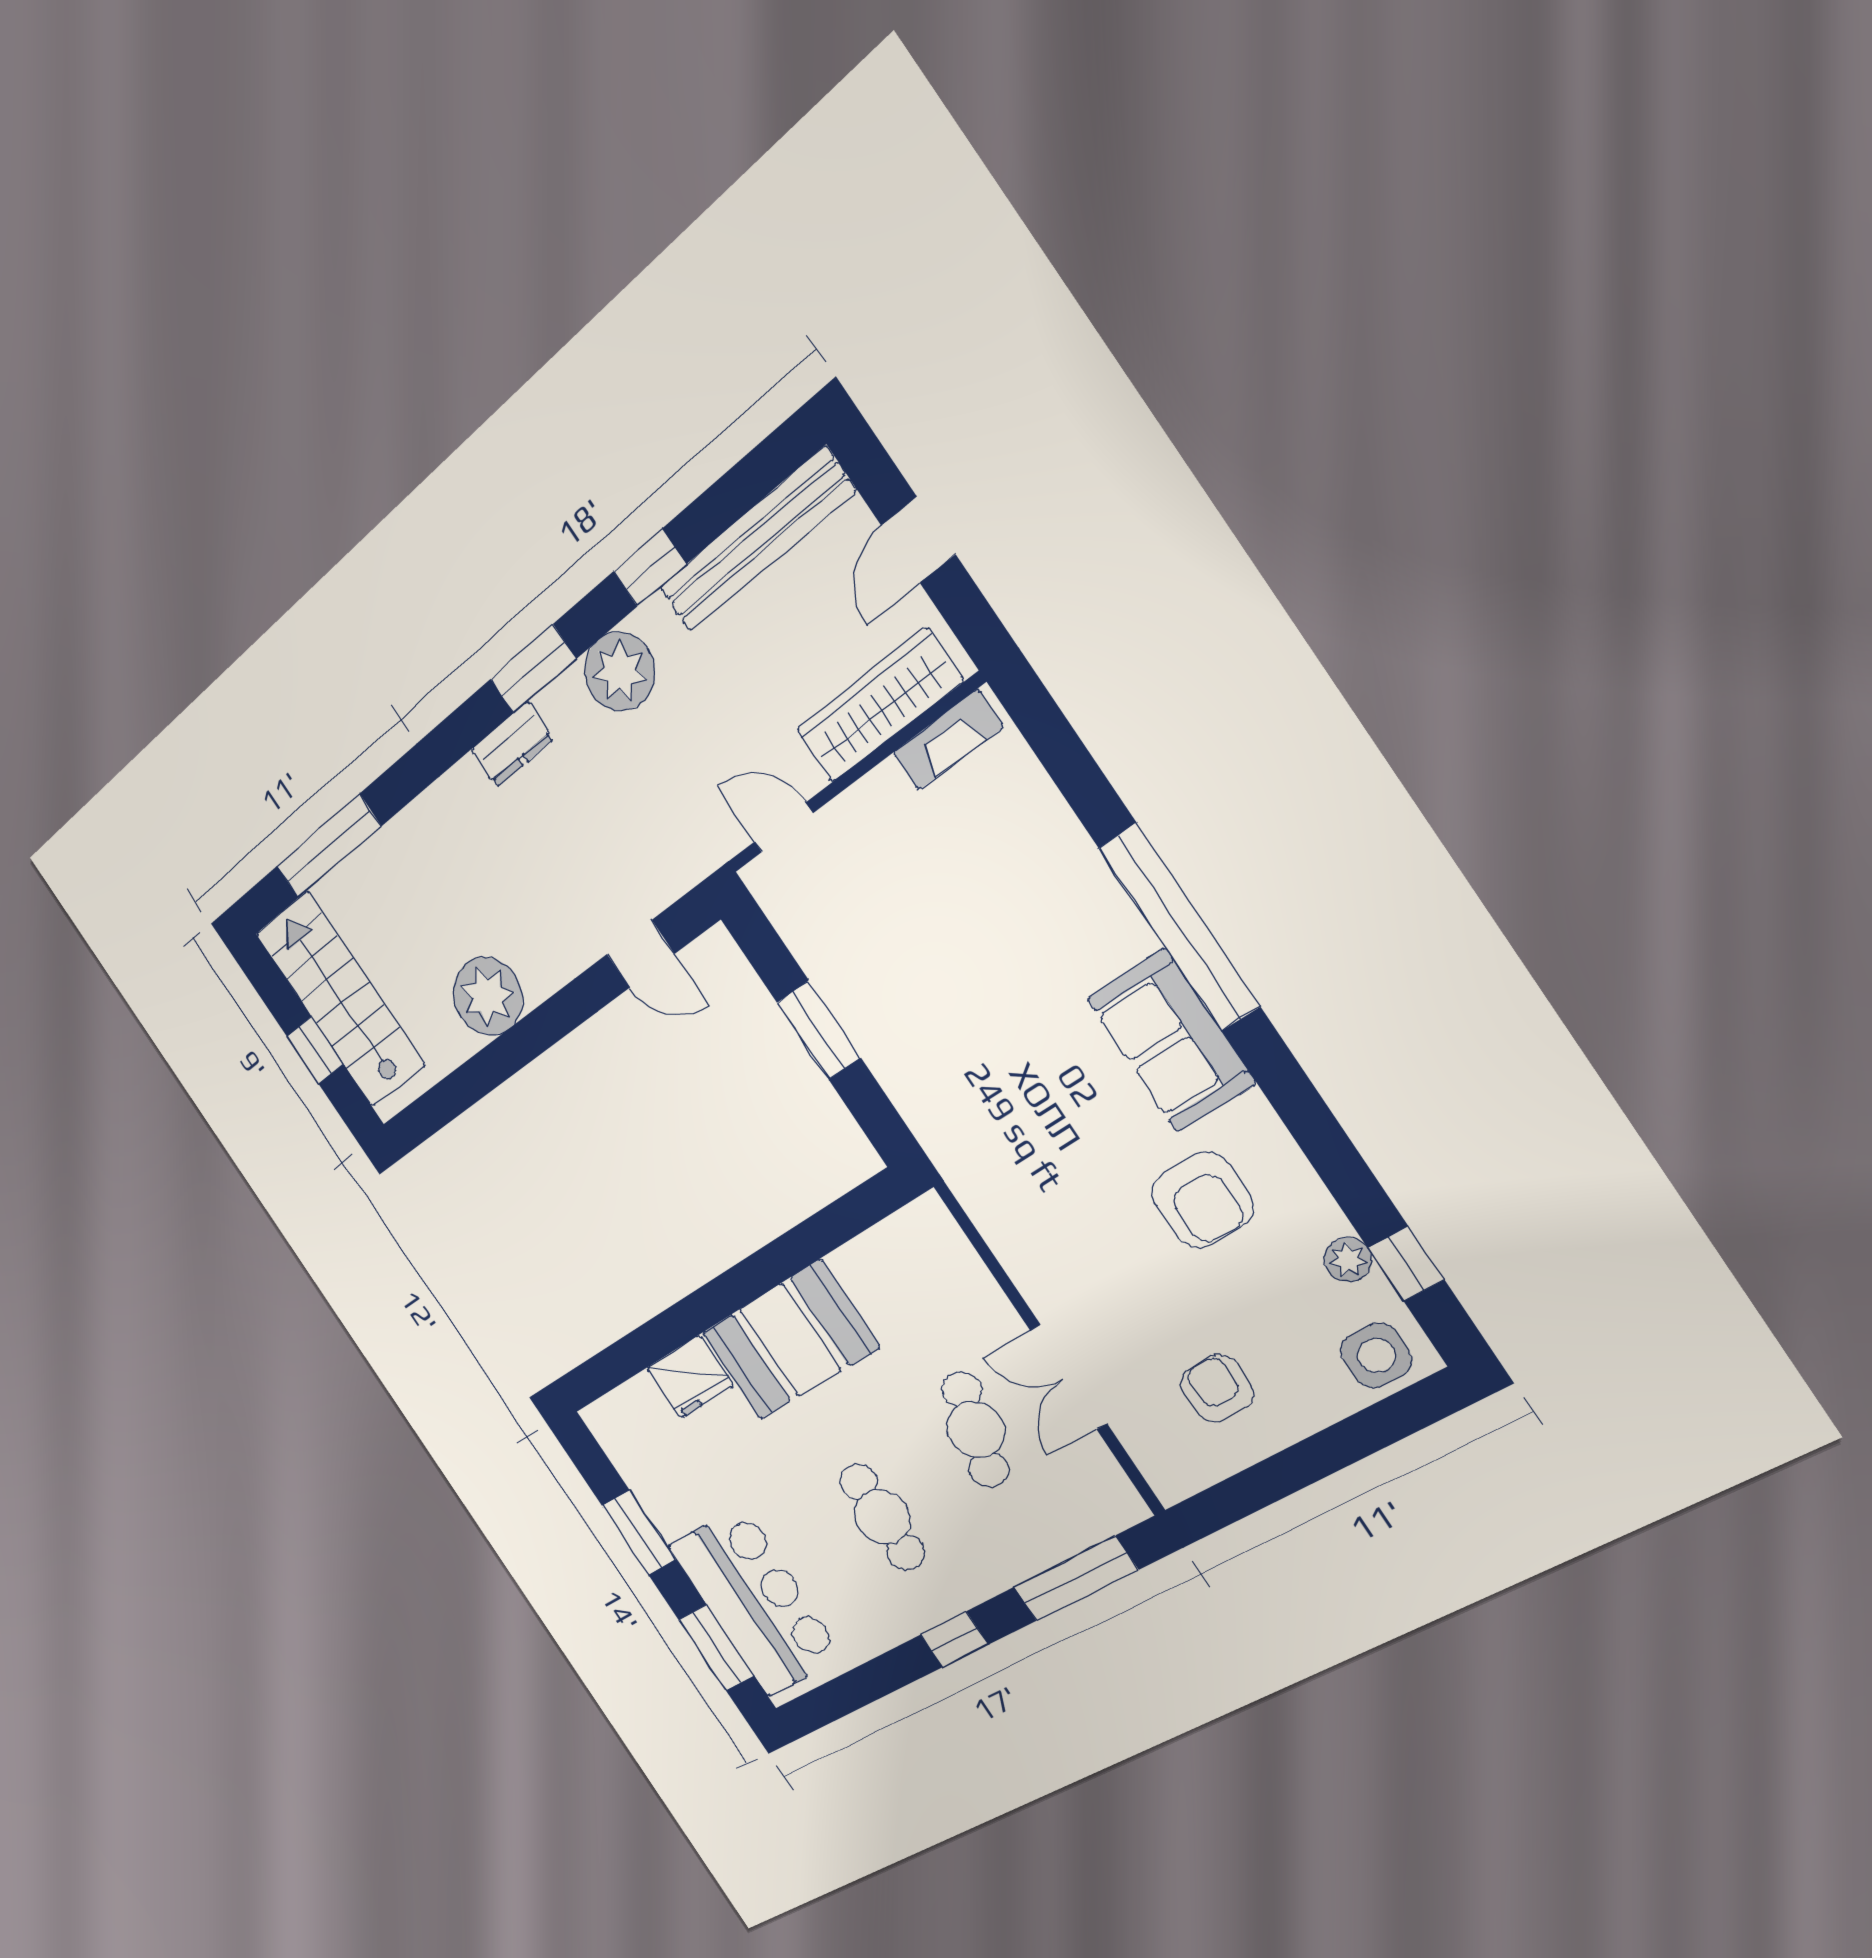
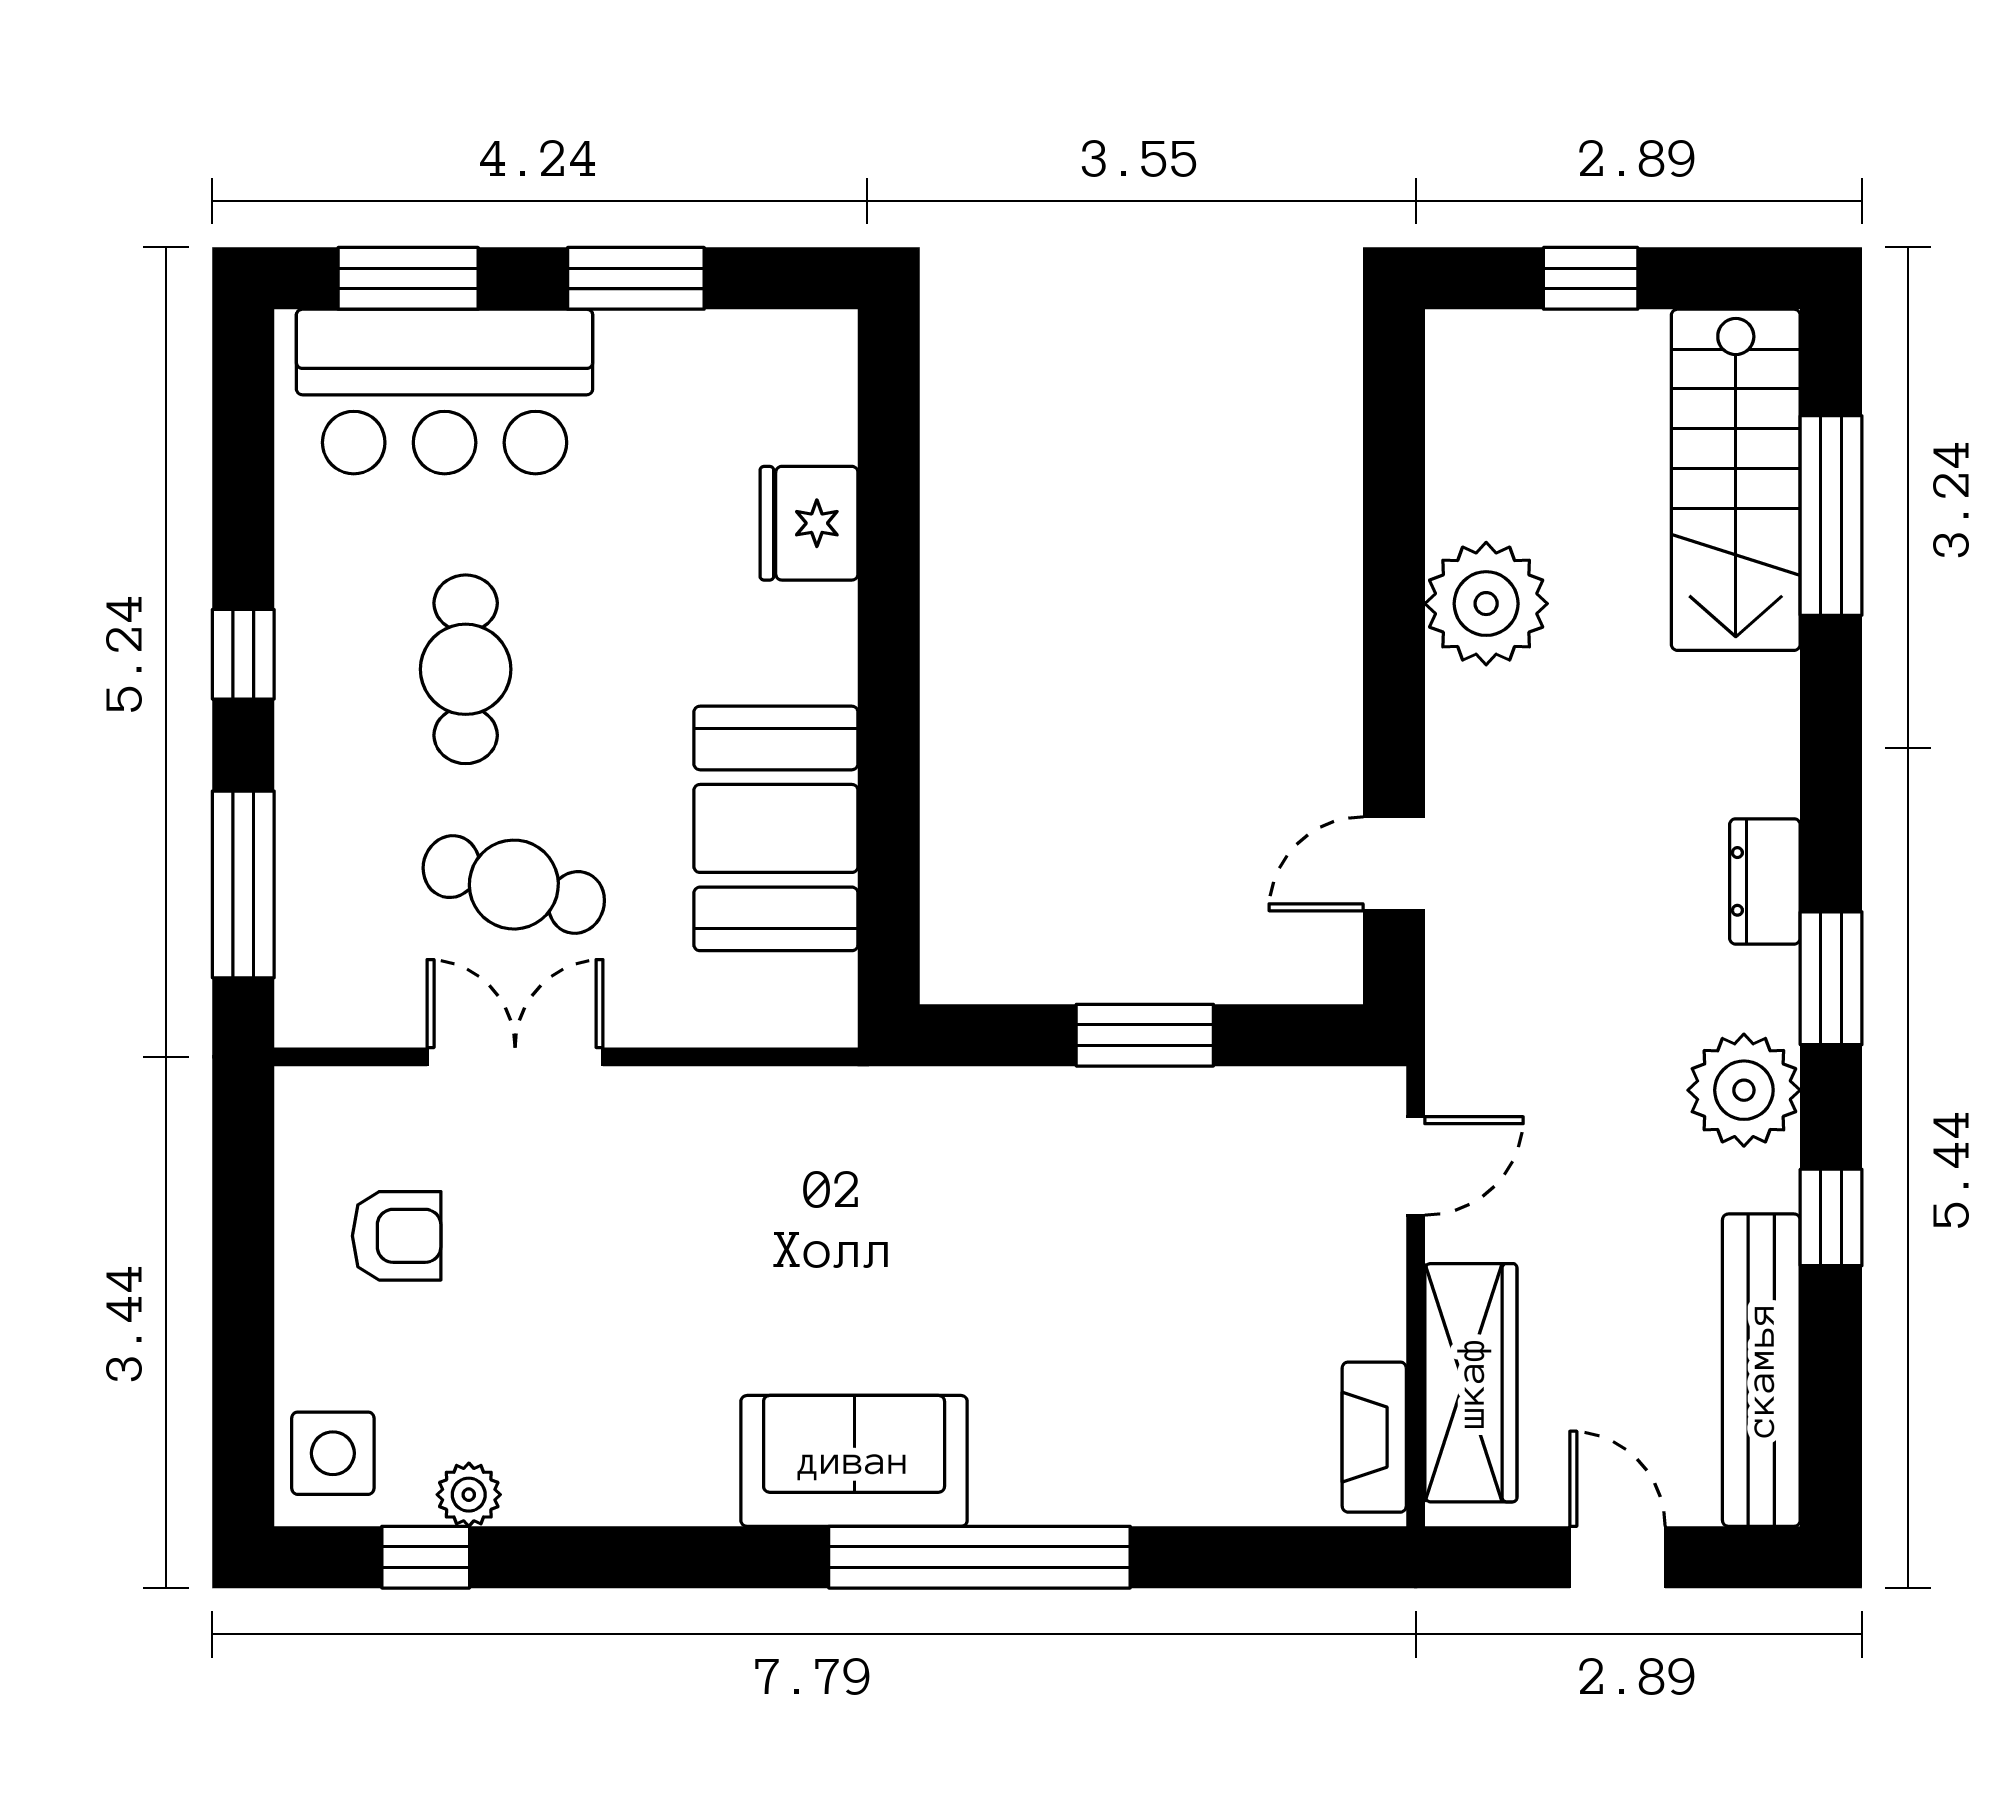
stairs: (340, 999) -> (1736, 480), moved, turned 90
armchair: (1202, 1200) -> (641, 1372), removed
booth: (790, 1340) -> (776, 828), moved
cafe table: (882, 1517) -> (466, 669), turned 90

